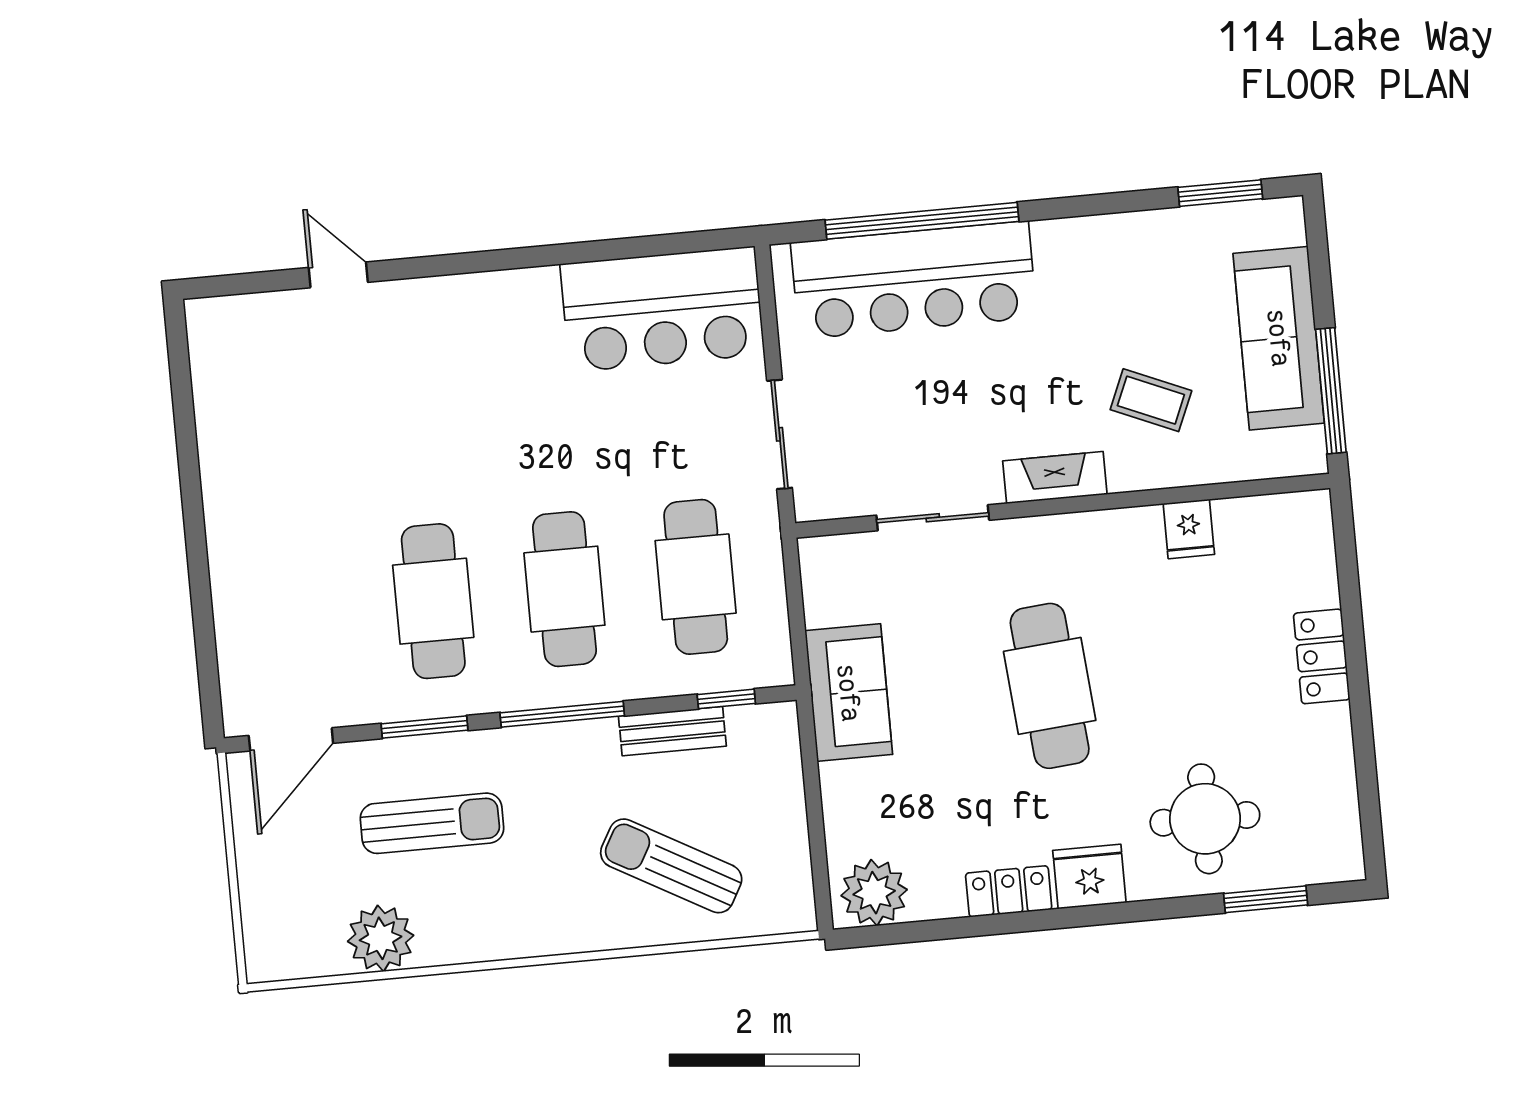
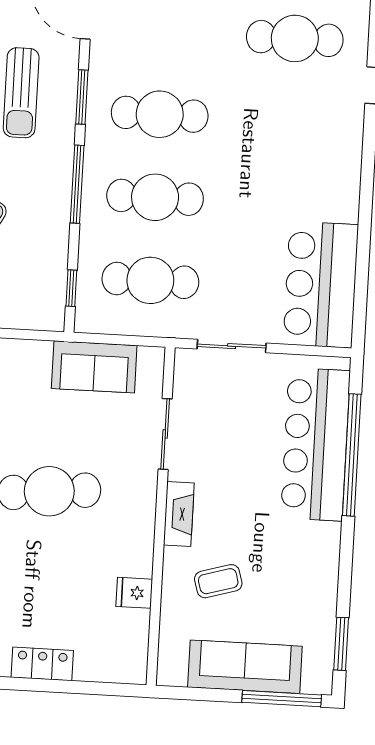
window: (1331, 391) -> (282, 699), moved
coffee table: (1151, 400) -> (218, 581), turned 51
cafe table: (283, 407) -> (295, 38), added
sofa: (849, 693) -> (94, 367), moved
bench: (672, 731) -> (56, 251), removed

